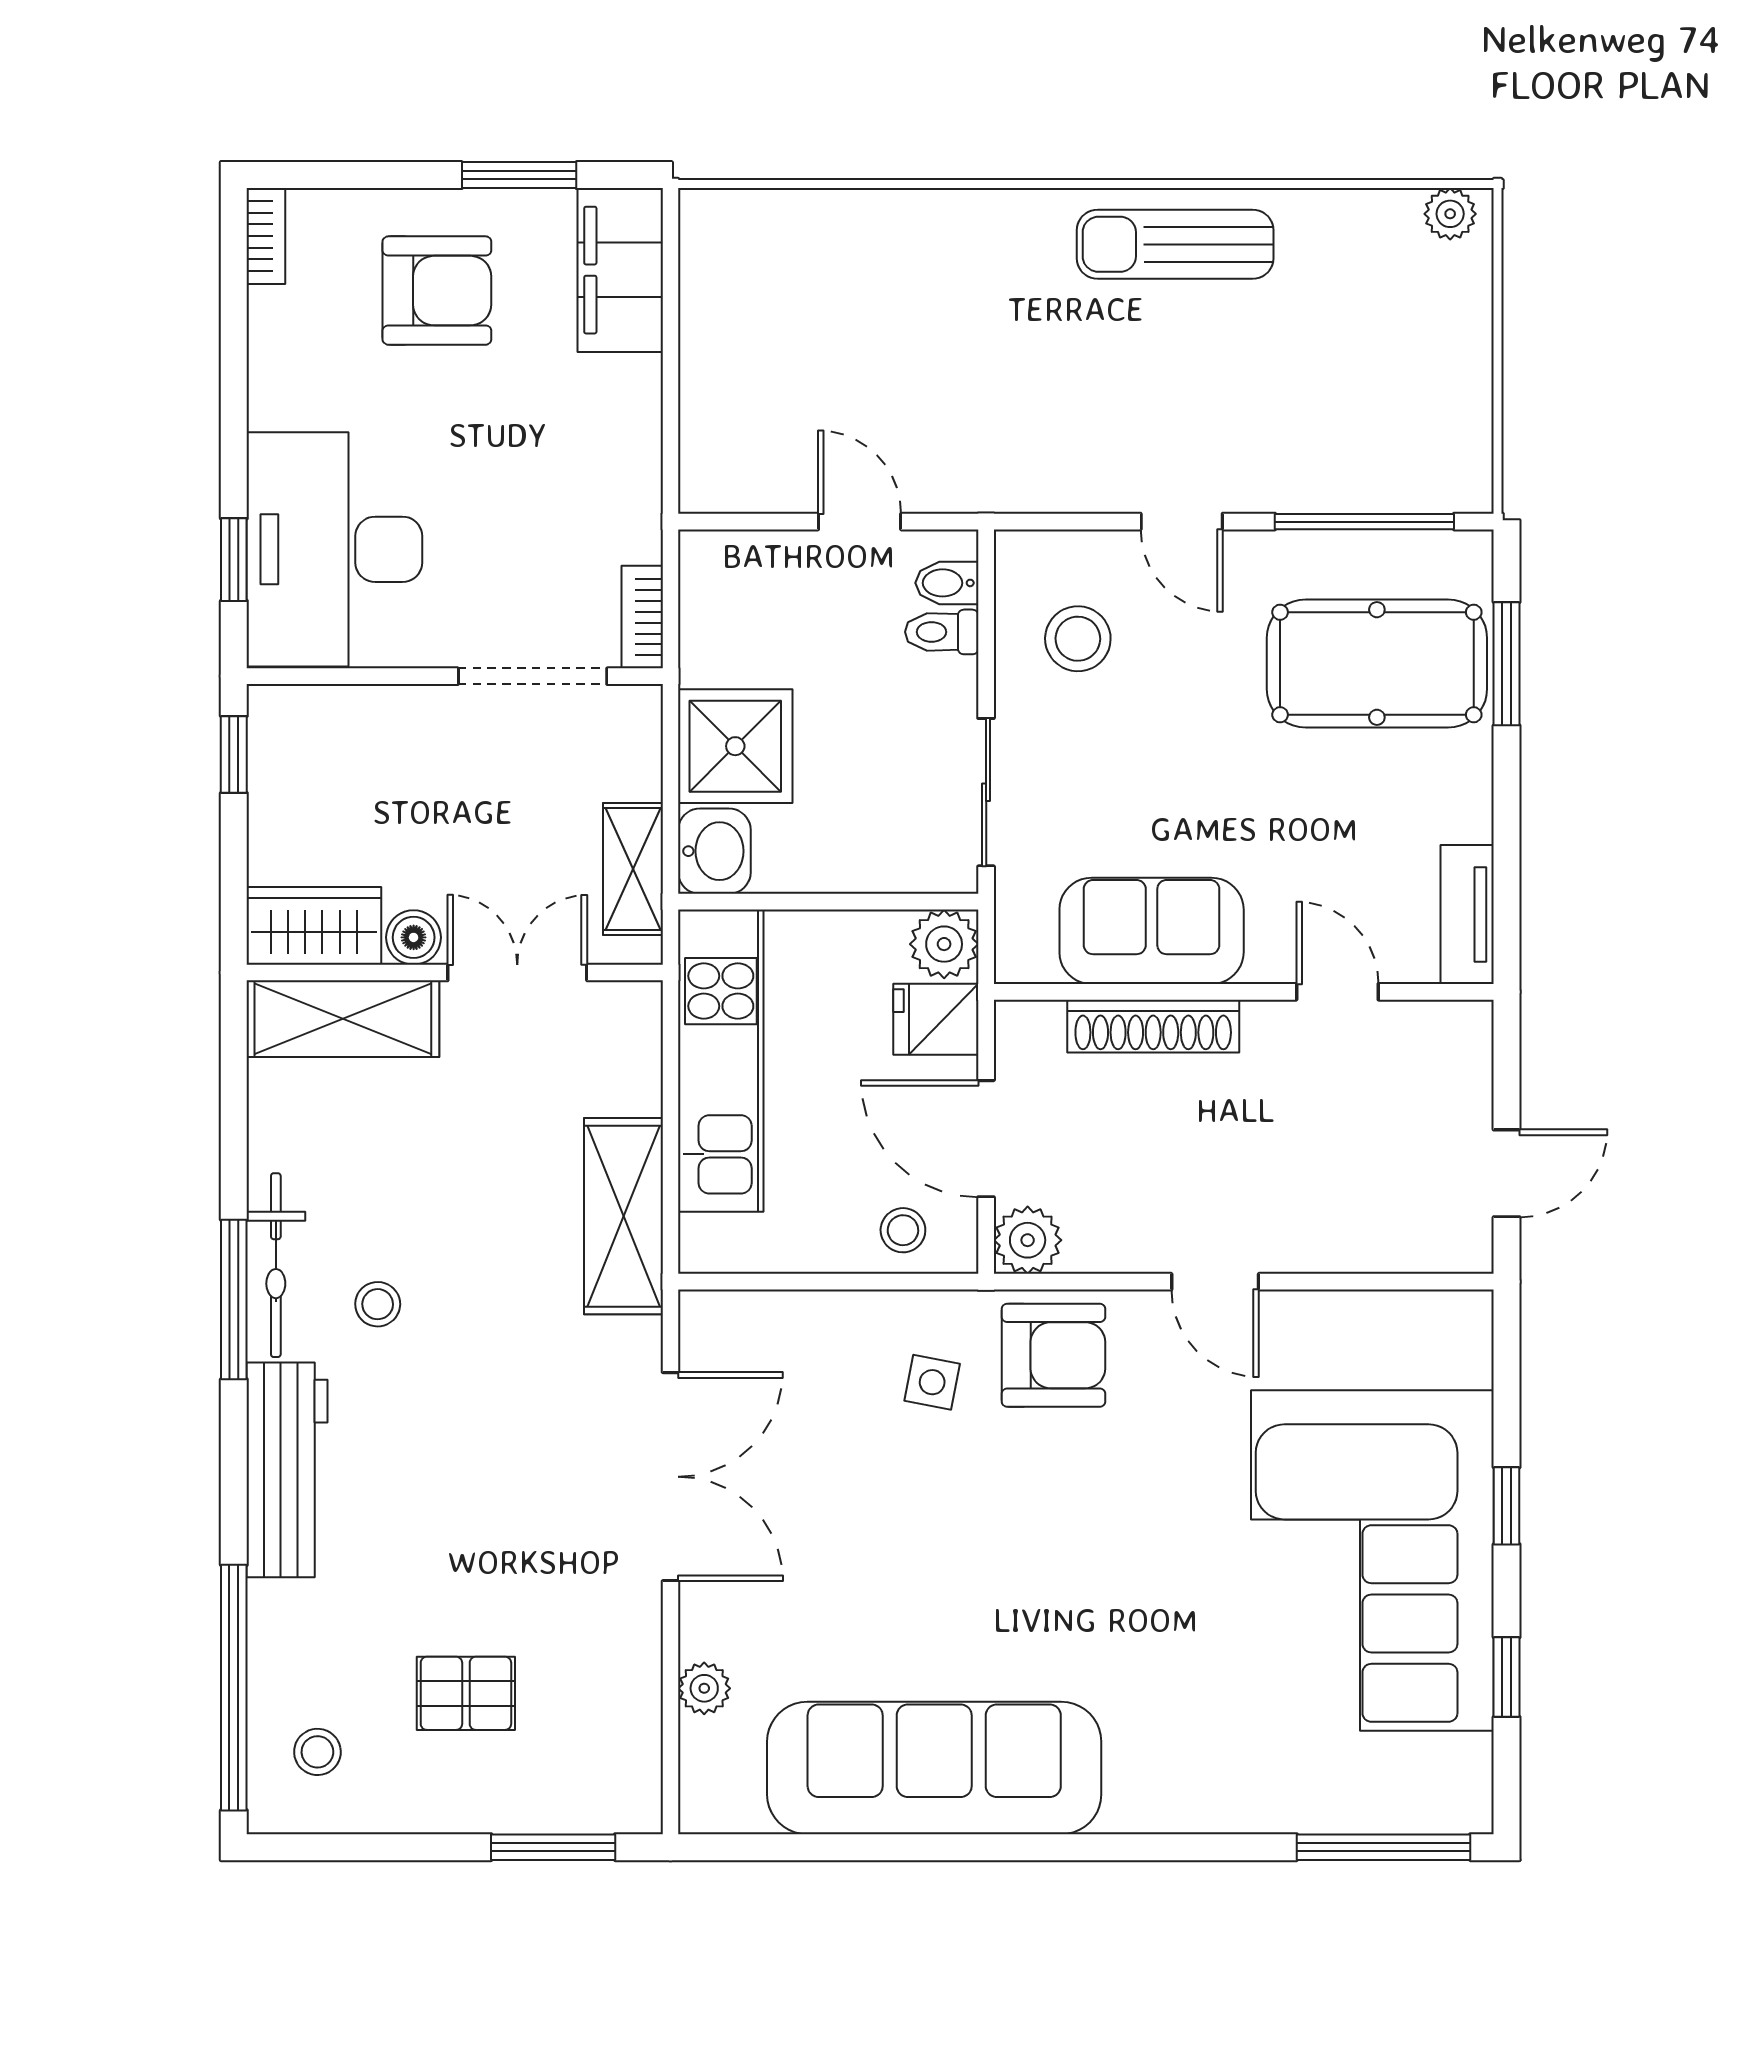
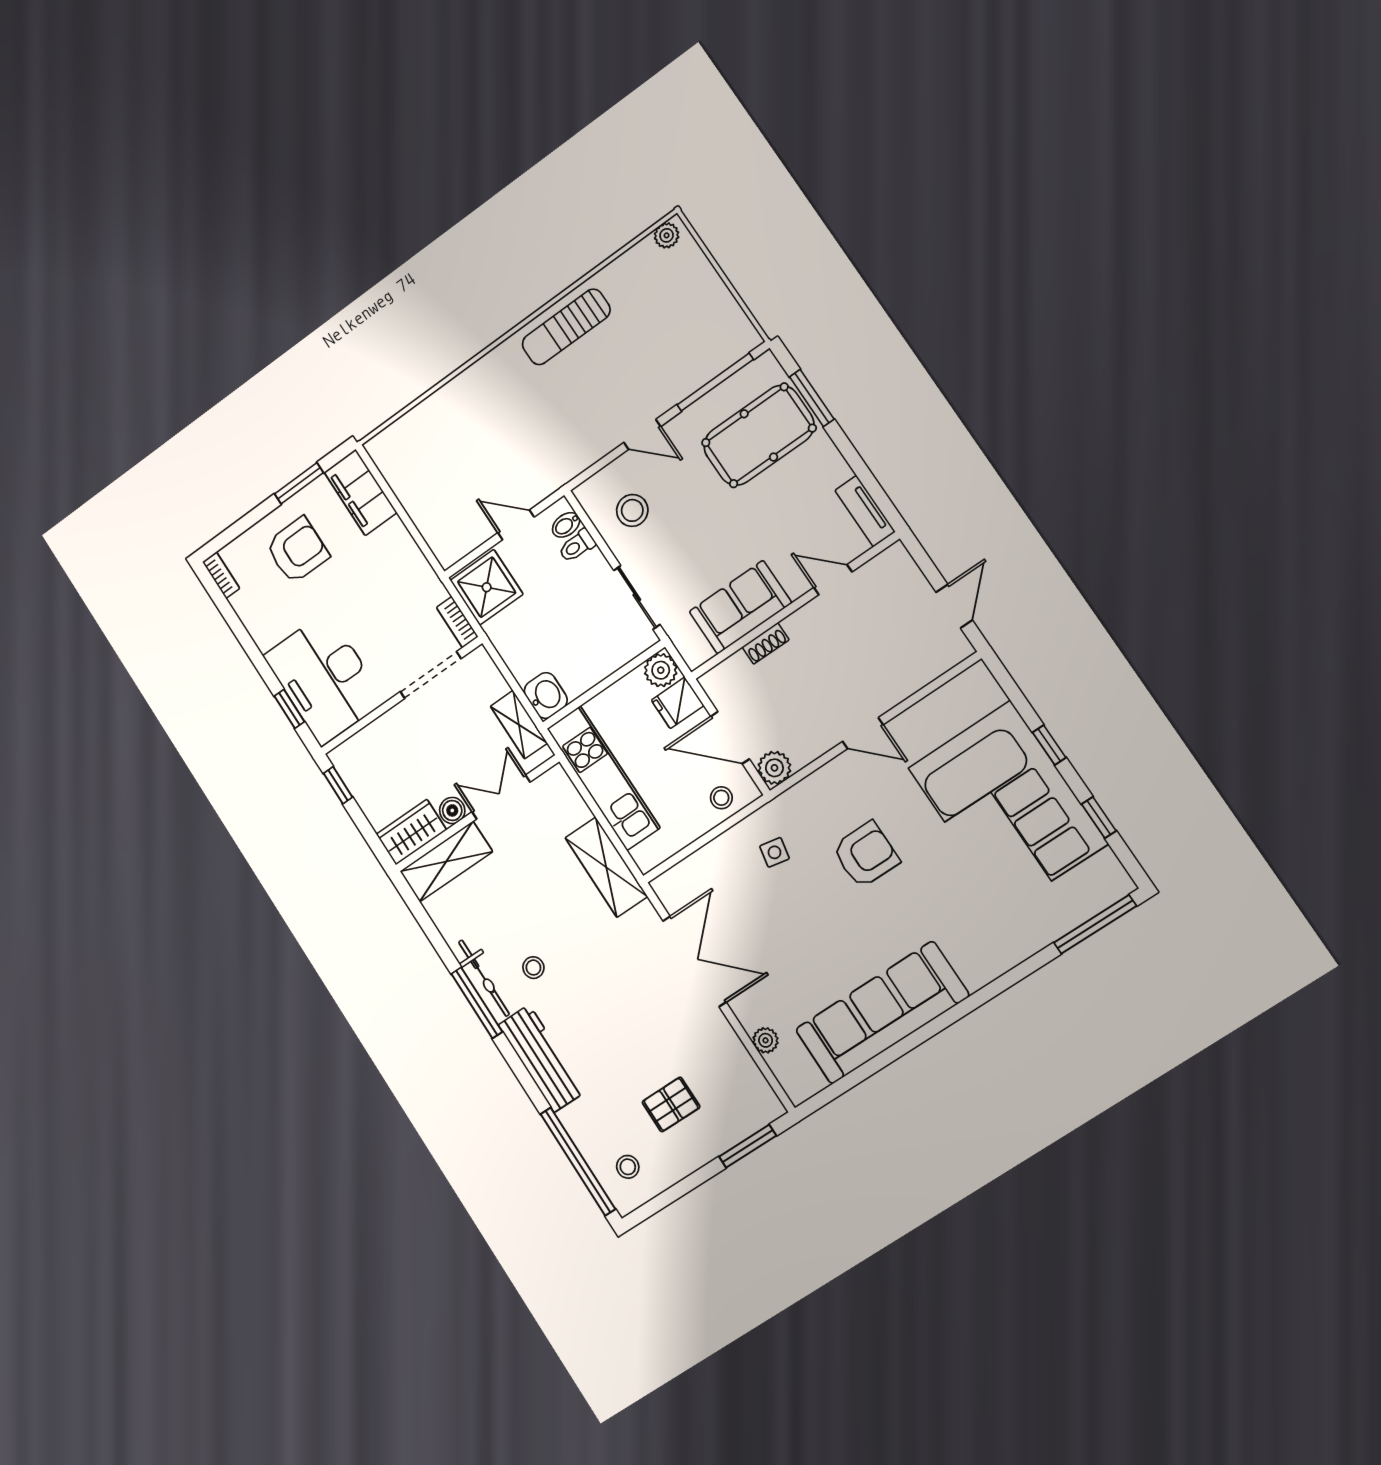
shower: (735, 746) -> (487, 587), moved
shoe rack: (1153, 1026) -> (766, 643), width x0.51, depth x0.81
armchair: (1053, 1355) -> (866, 855), moved

